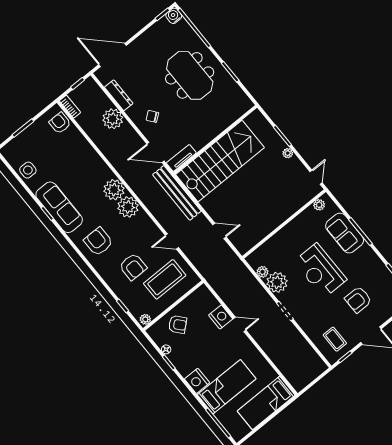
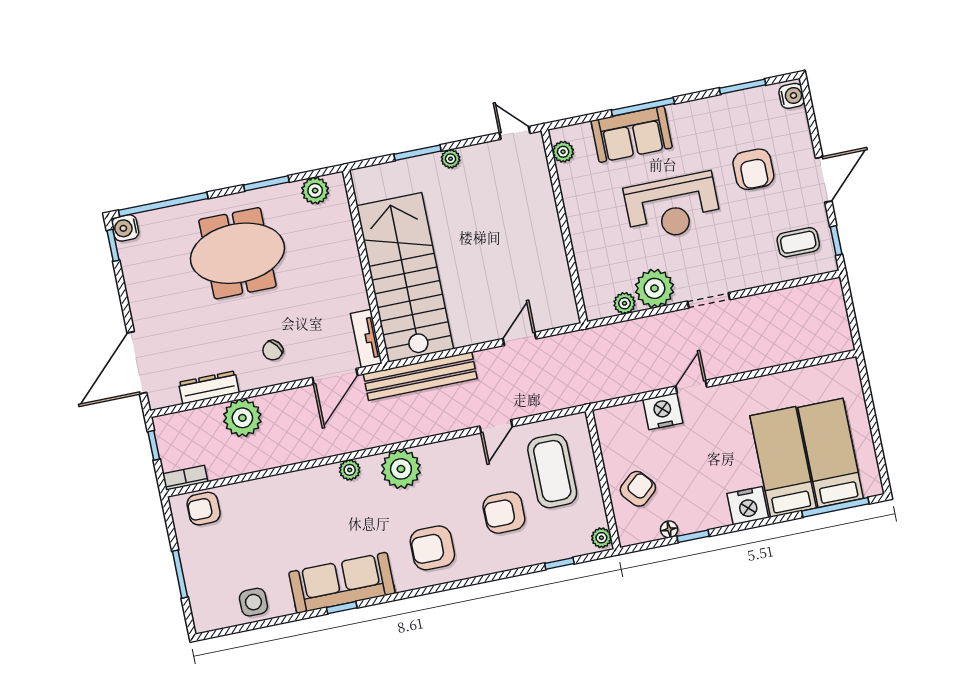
plant: (239, 97) -> (315, 191), added
plant: (114, 190) -> (350, 470), width x0.53, depth x0.53
armchair: (133, 267) -> (504, 513), turned 180
bed: (266, 403) -> (831, 453), moved, turned 180

